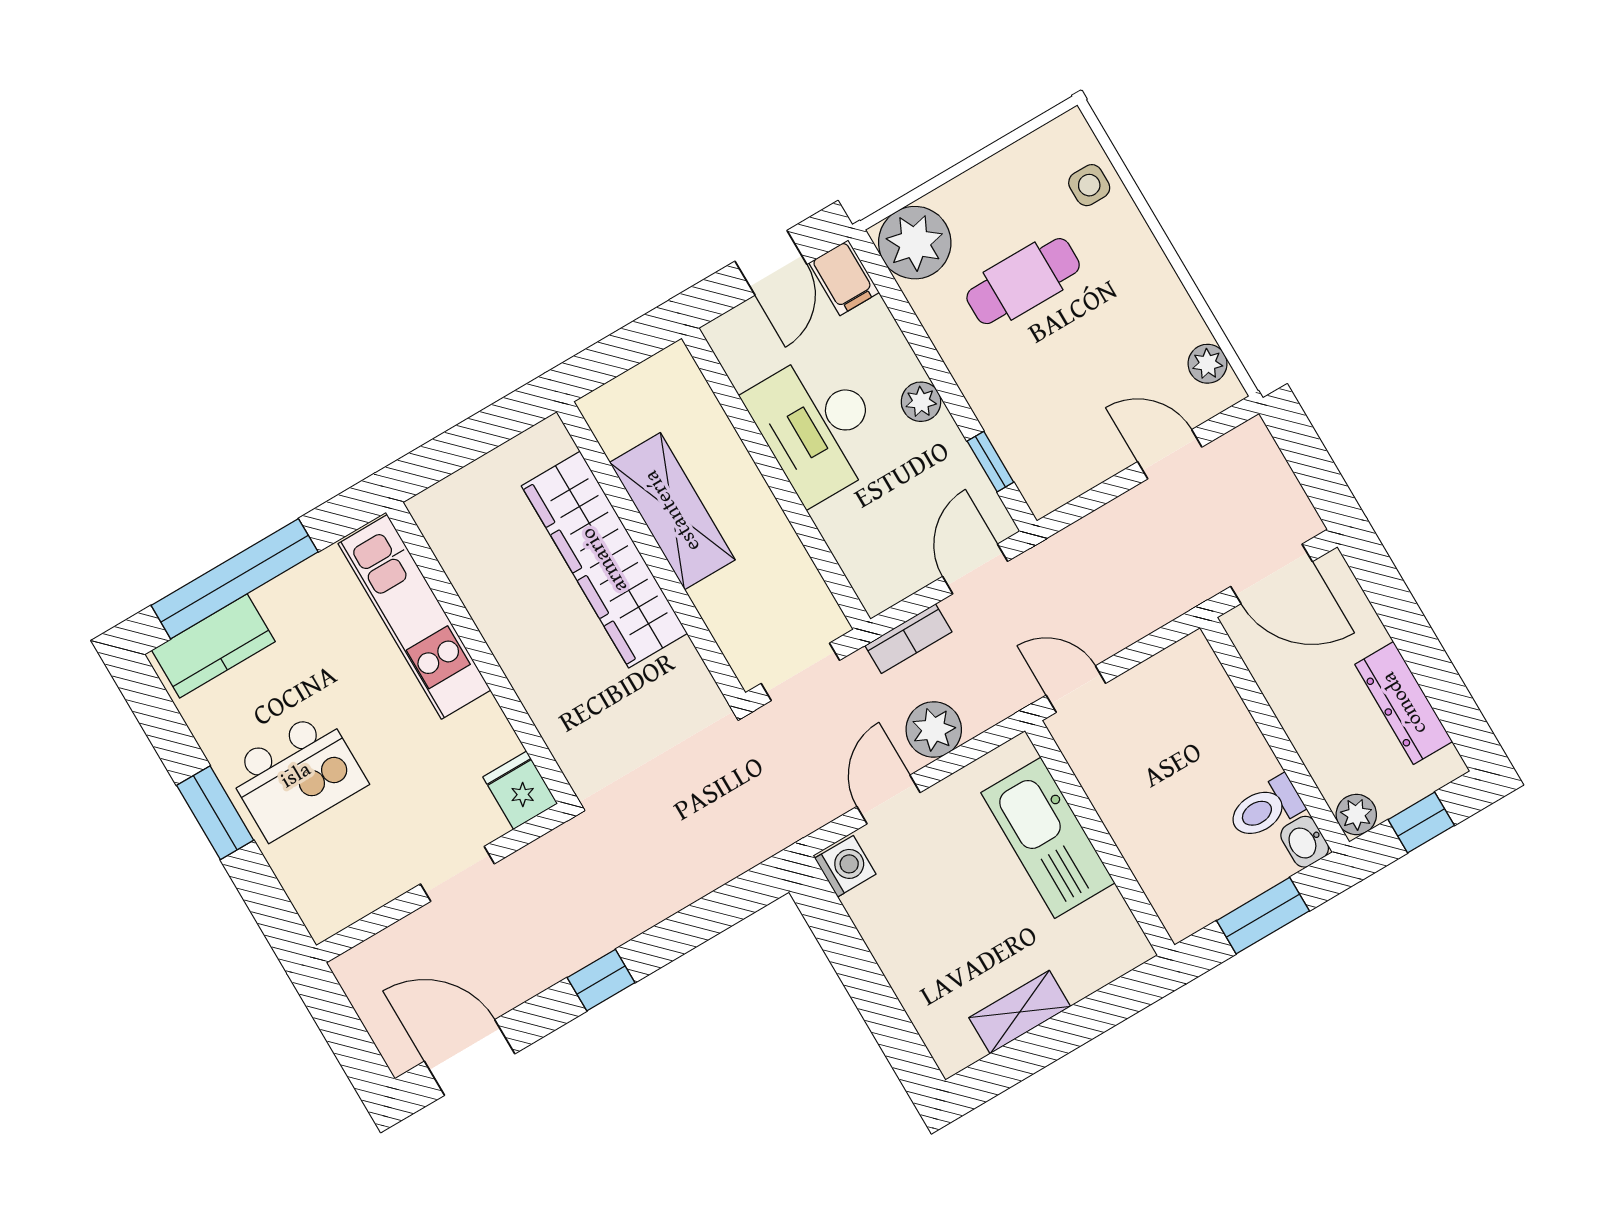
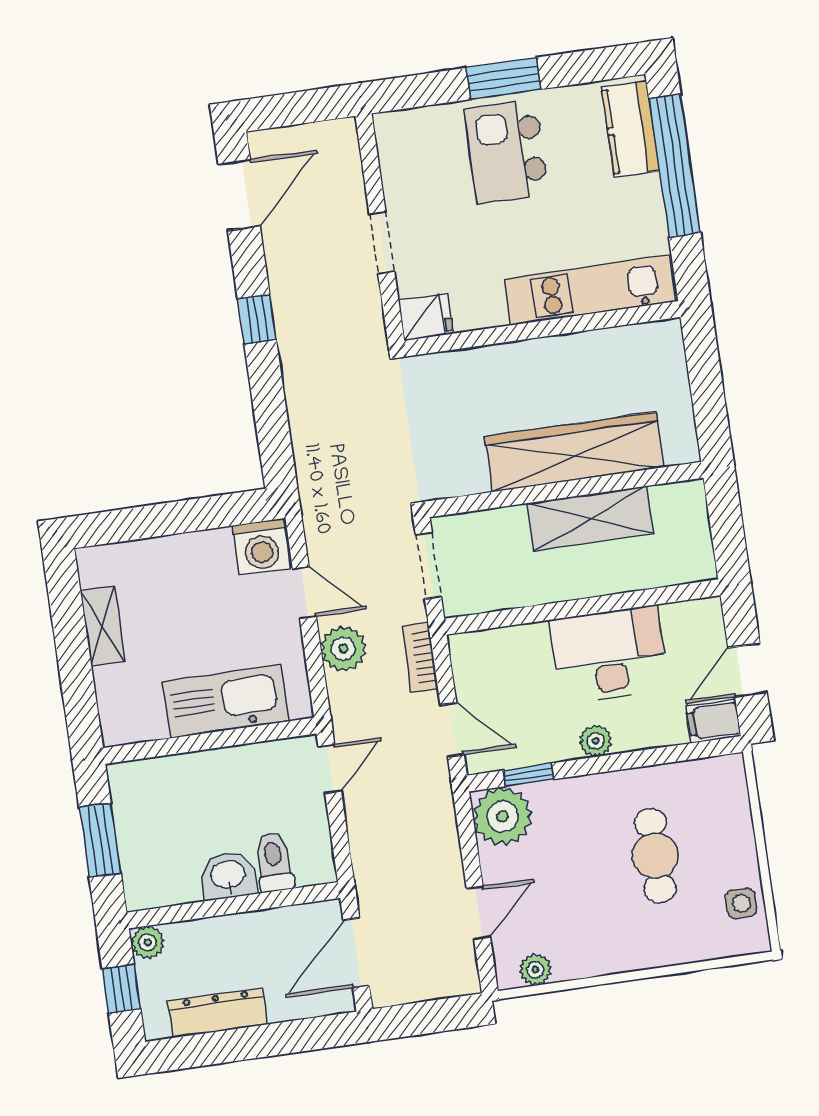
side table: (1089, 185) -> (741, 903), moved
plant: (915, 243) -> (503, 817), moved
door: (771, 263) -> (747, 670), hinge flipped
toilet: (1266, 808) -> (274, 862), moved
washbasin: (1305, 842) -> (228, 876), moved, width x1.38, depth x1.45
washing machine: (845, 866) -> (261, 547), width x1.38, depth x1.38

